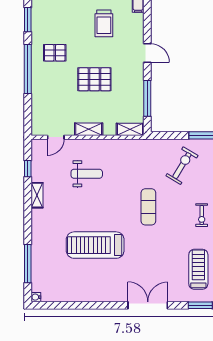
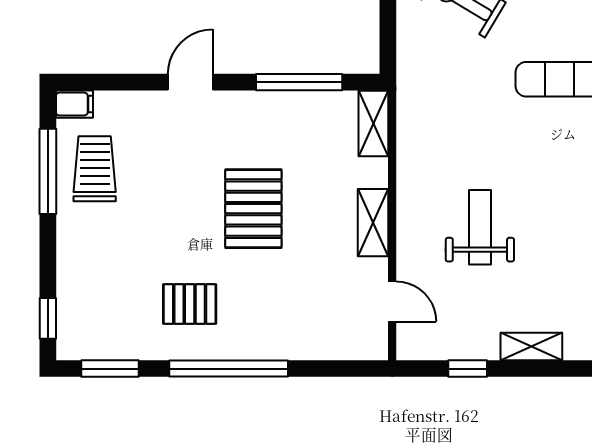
trolley: (104, 23) -> (95, 169), moved, turned -90
pallet: (55, 53) -> (190, 304), turned 90

